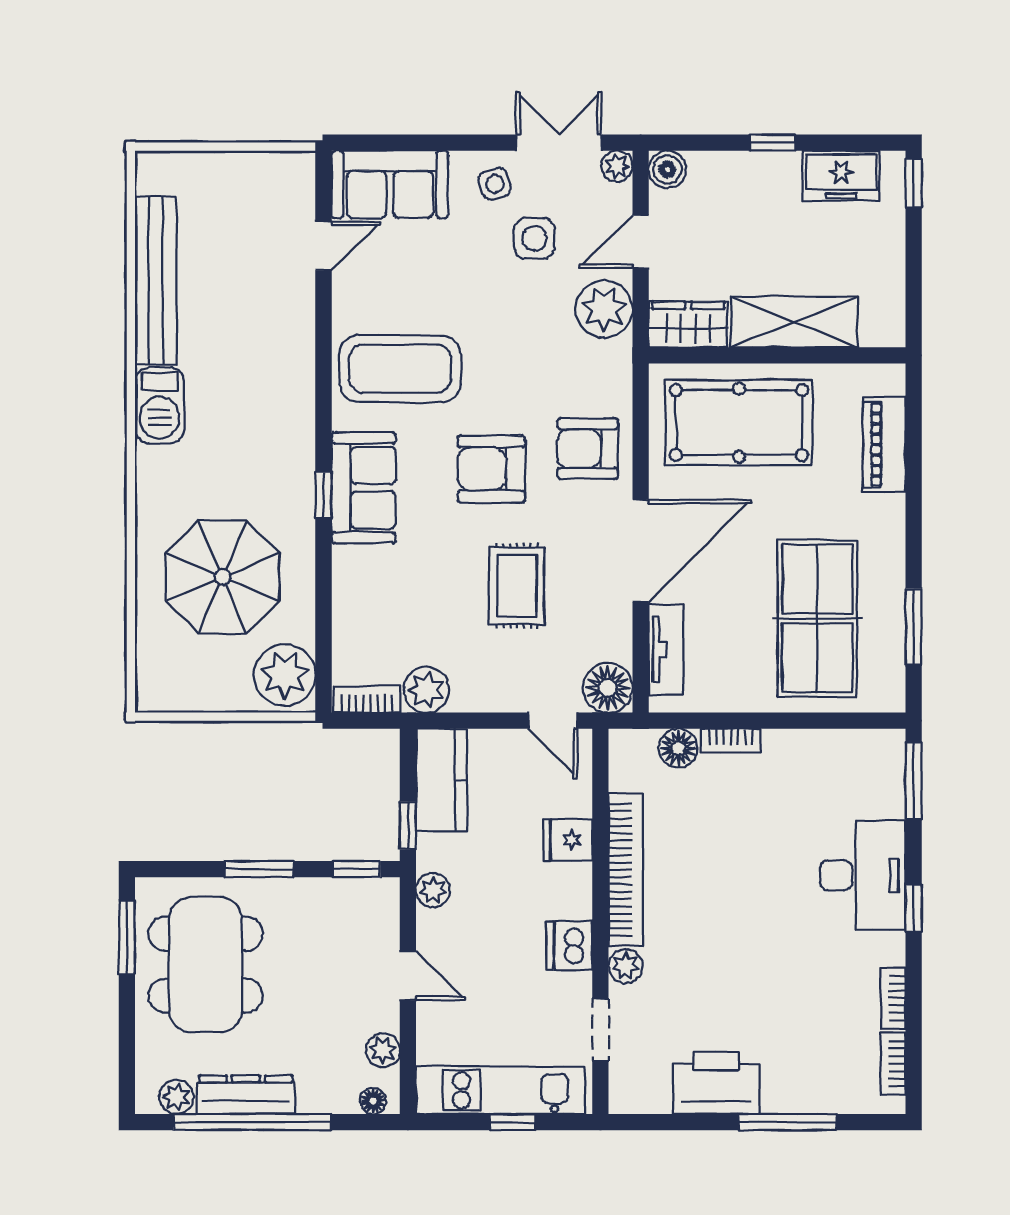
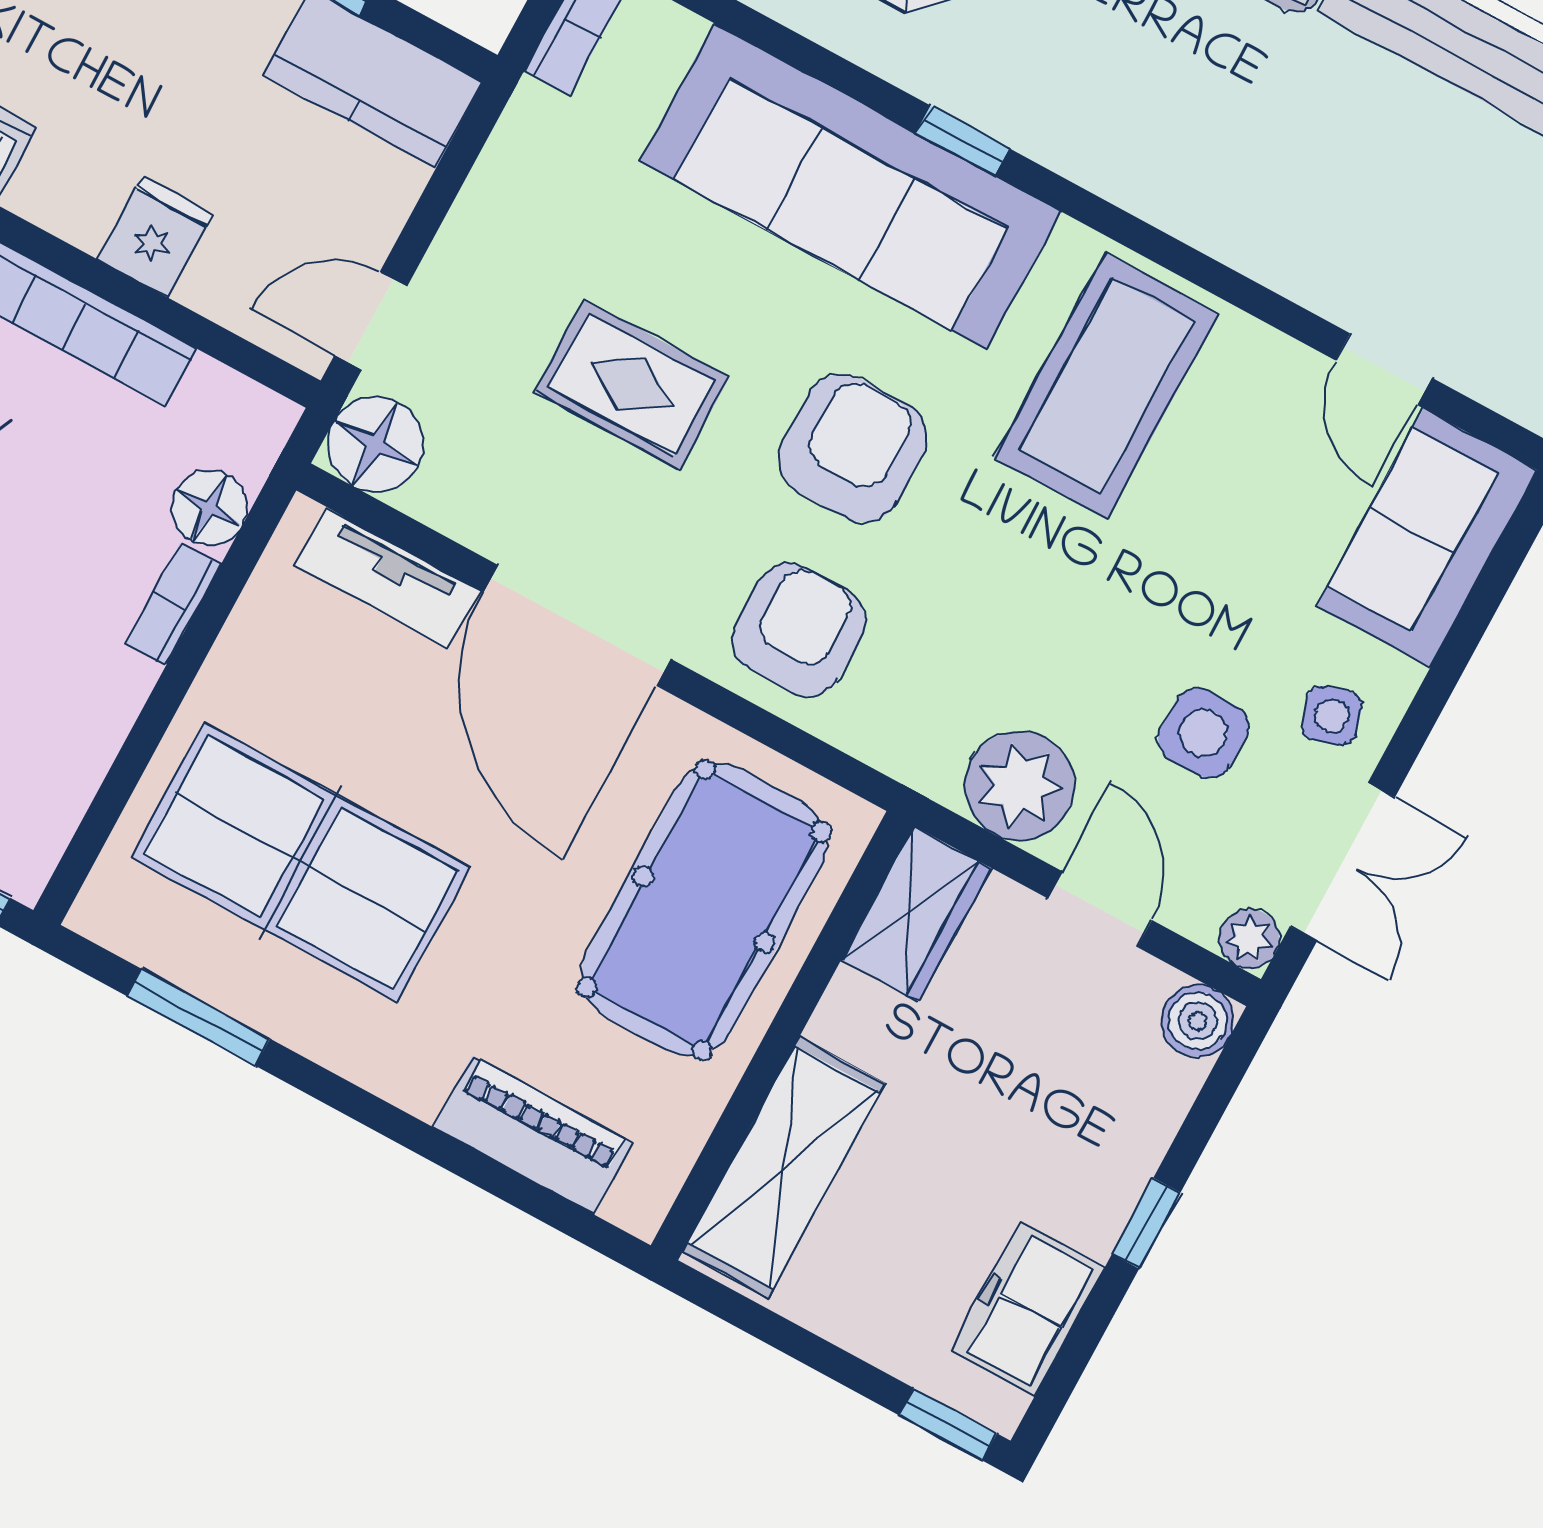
shelving: (794, 322) -> (784, 1167), moved
sofa: (364, 488) -> (850, 186), width x1.85, depth x1.27
plant: (426, 690) -> (539, 135), removed

